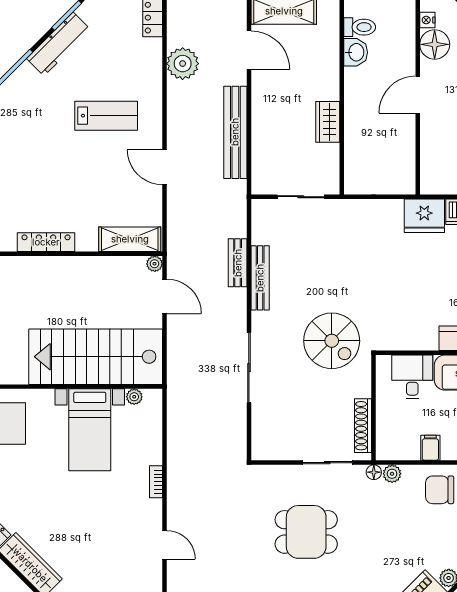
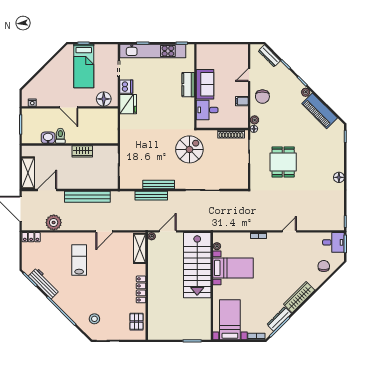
toilet: (360, 27) -> (60, 136), moved
floor lamp: (435, 44) -> (104, 99), moved
bench: (238, 263) -> (151, 196), width x1.36

